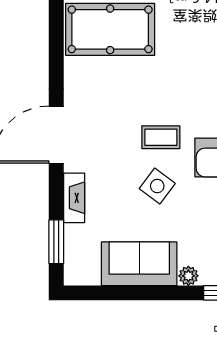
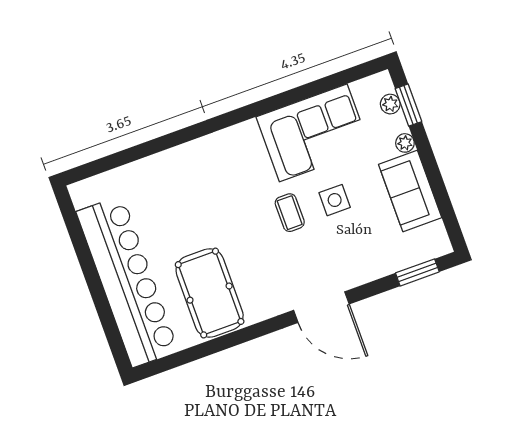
side table: (157, 186) -> (335, 200), turned -37
fireplace: (74, 198) -> (372, 271), removed

